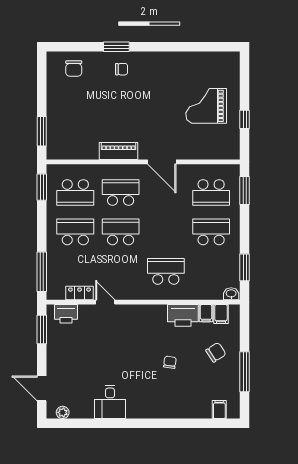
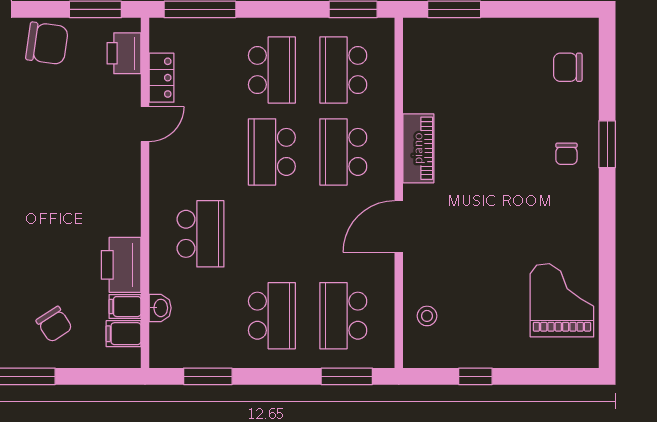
grand piano: (206, 106) -> (562, 300), moved
stool: (211, 146) -> (427, 316), added
school desk: (121, 193) -> (343, 152), turned 180
school desk: (121, 232) -> (272, 152), turned 180
washbasin: (231, 294) -> (160, 308), moved
chair: (170, 362) -> (47, 43), moved, width x1.87, depth x1.87

